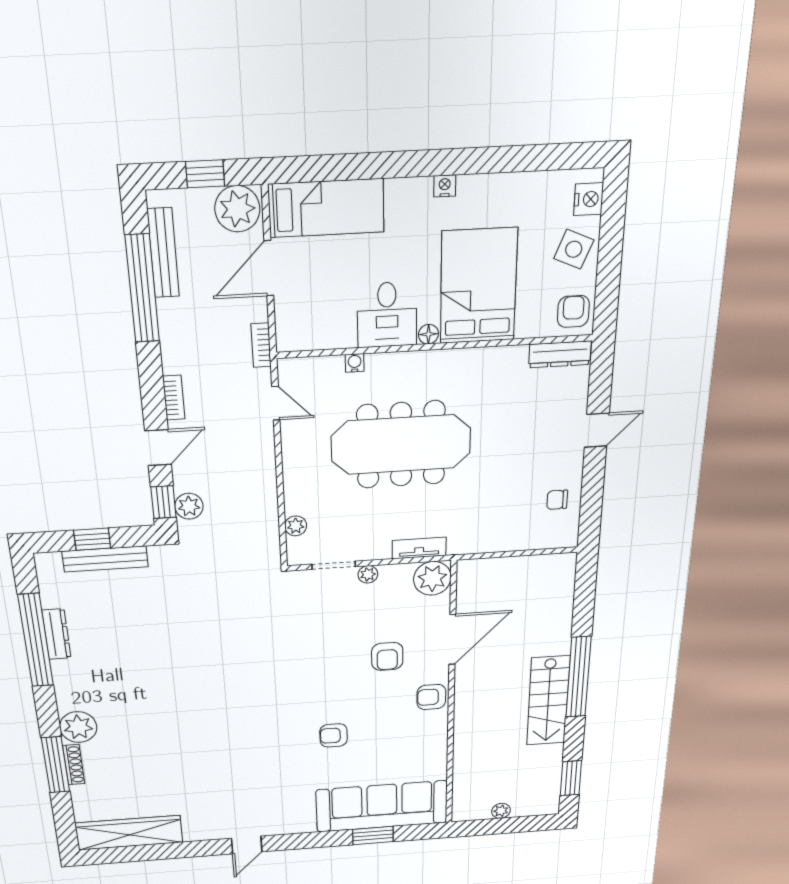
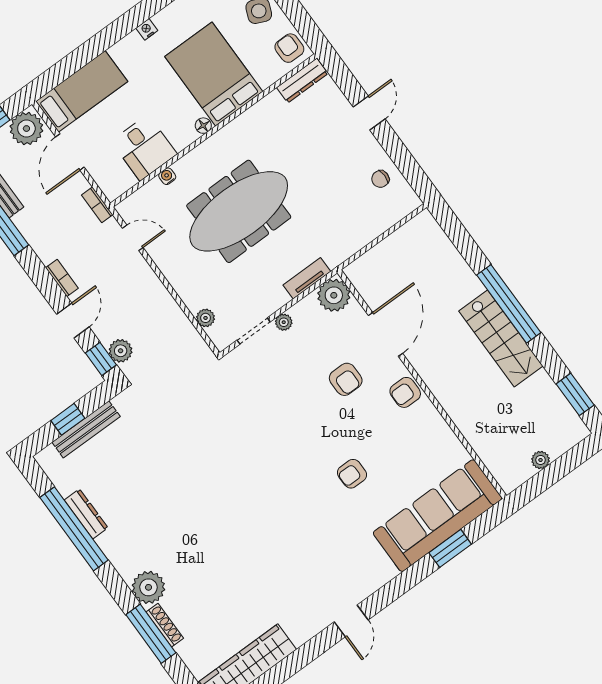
desk: (387, 315) -> (144, 148), moved

